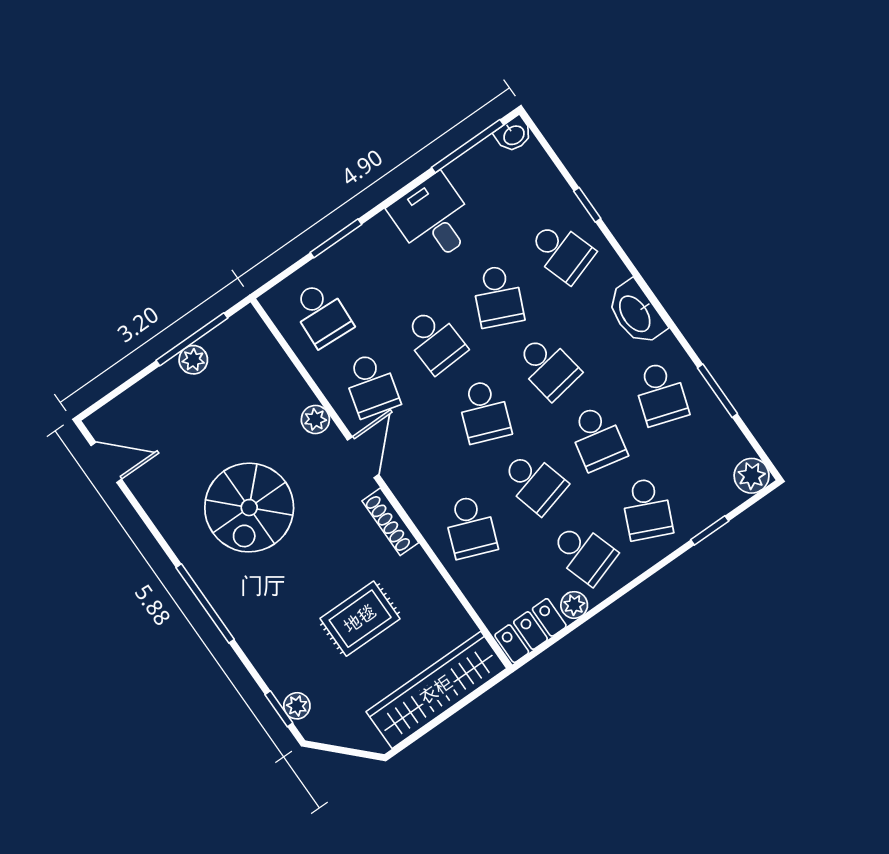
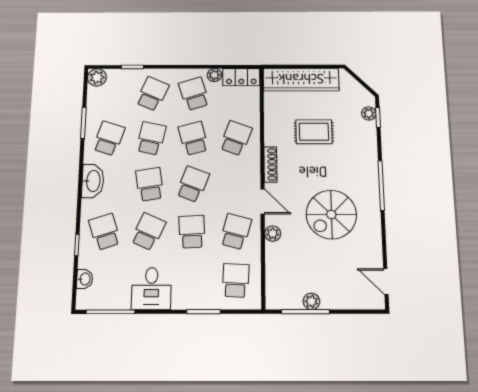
washbasin: (514, 135) -> (85, 279), moved, turned 90
door: (363, 457) -> (263, 201), swing flipped
spiral stairs: (249, 508) -> (331, 215), turned 180

